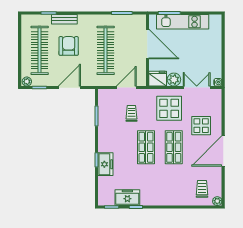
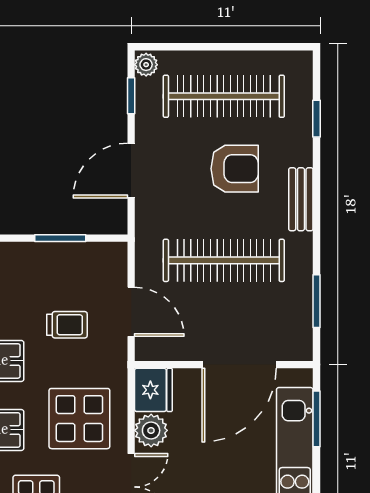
bench: (64, 19) -> (301, 199), moved
door: (69, 88) -> (131, 171), swing flipped

